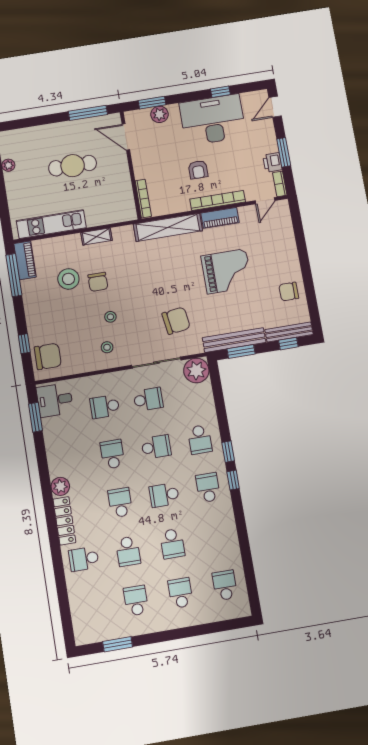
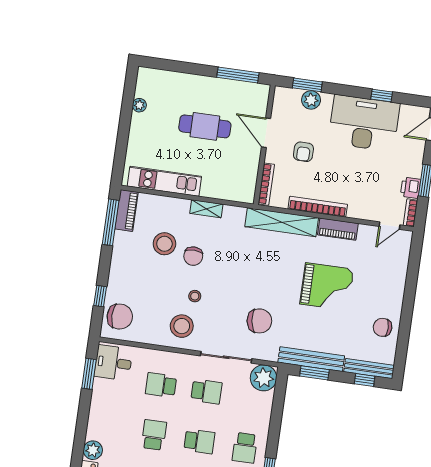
door: (126, 137) -> (266, 133), moved
armchair: (198, 170) -> (303, 152), moved
bookcase: (218, 200) -> (318, 207), moved
stool: (107, 347) -> (182, 326), width x1.89, depth x1.89

